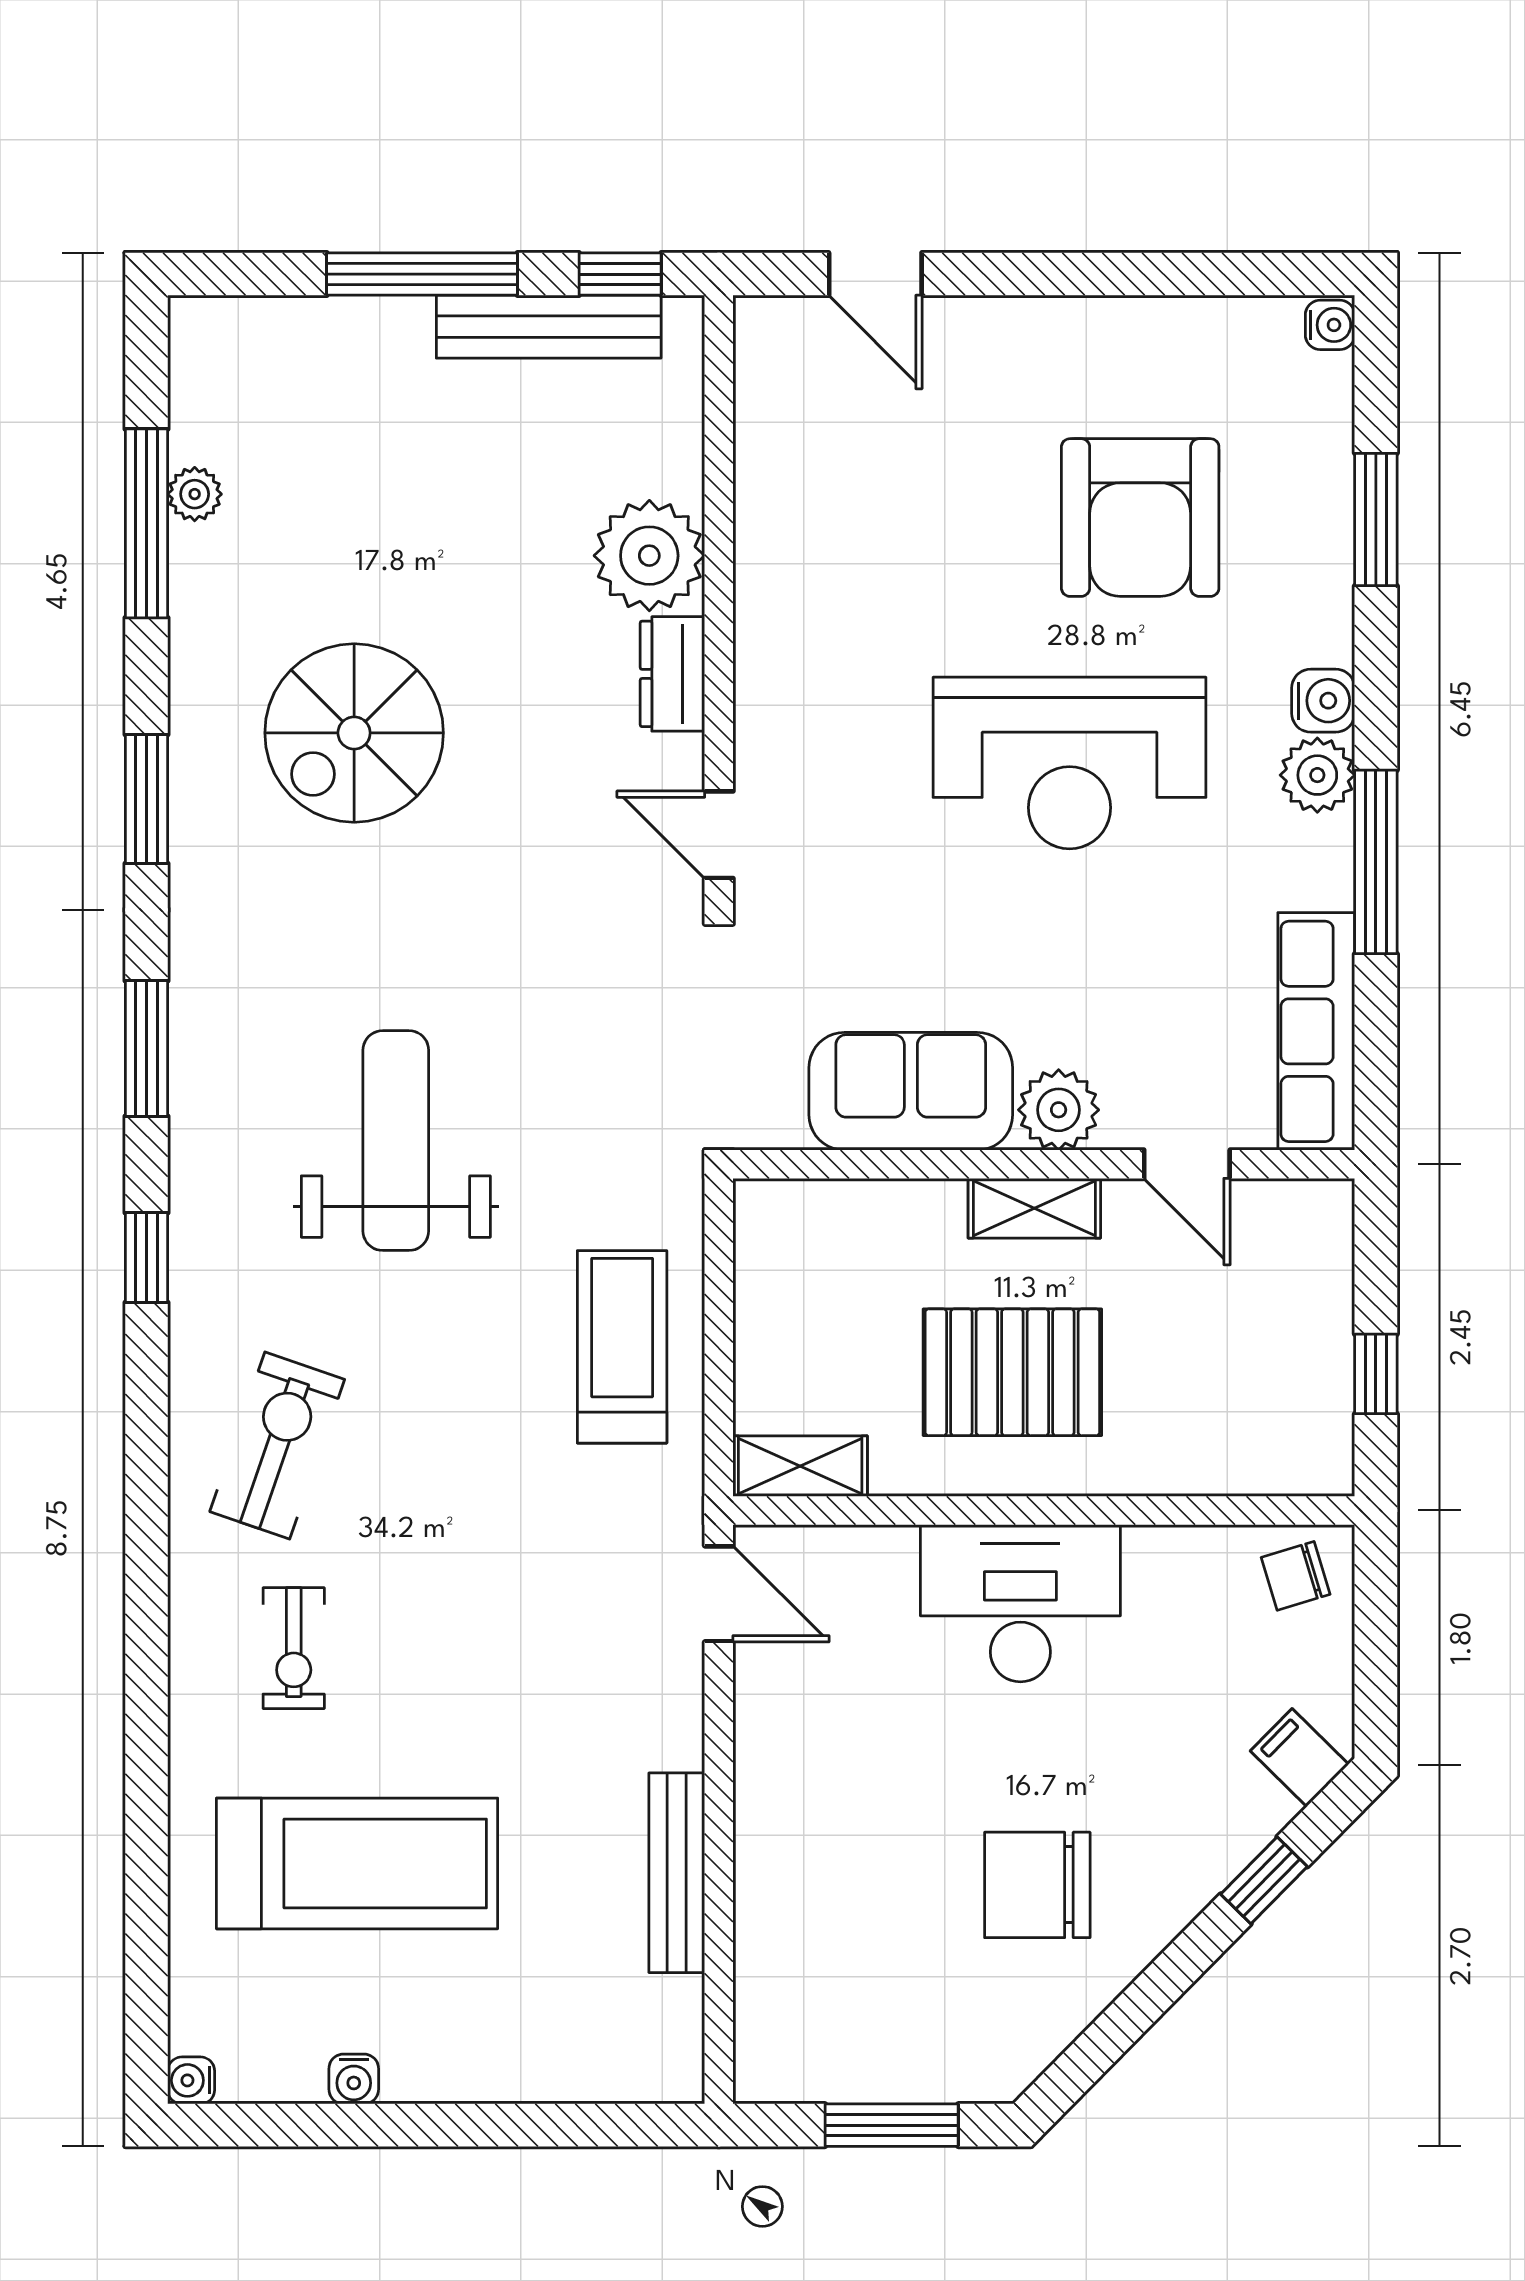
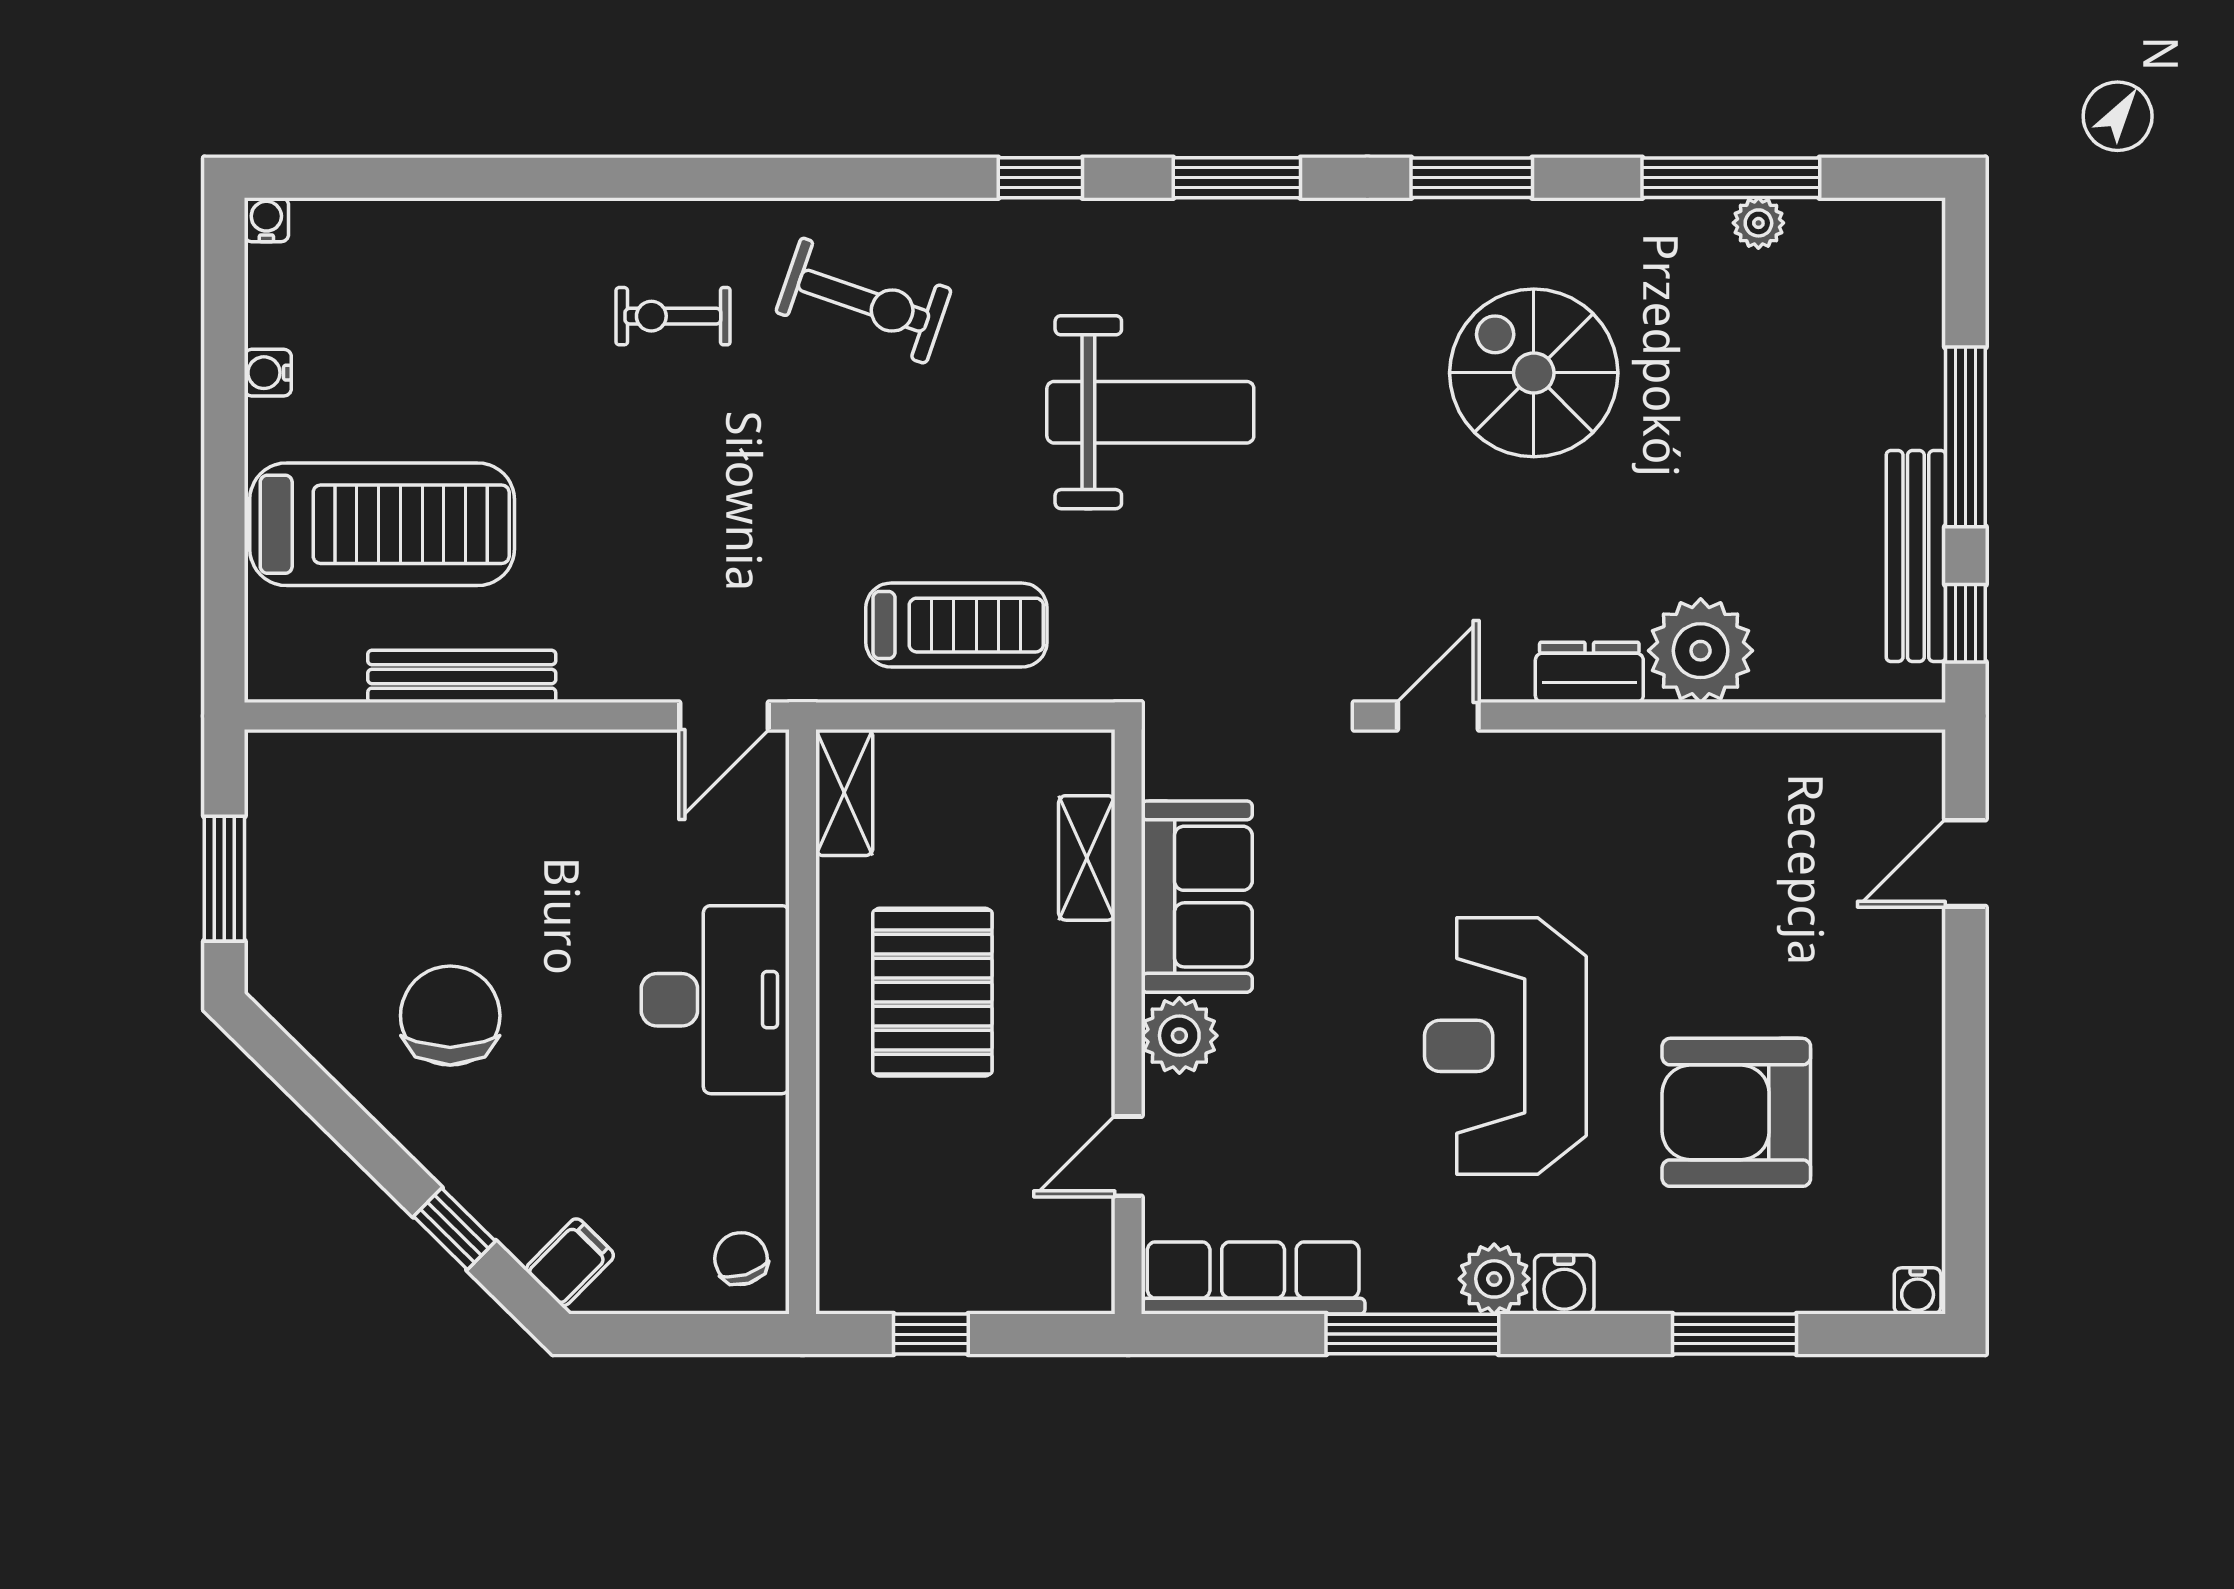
shelving: (1034, 1208) -> (1087, 858), moved
treadmill: (357, 1863) -> (382, 524), moved, turned -90

